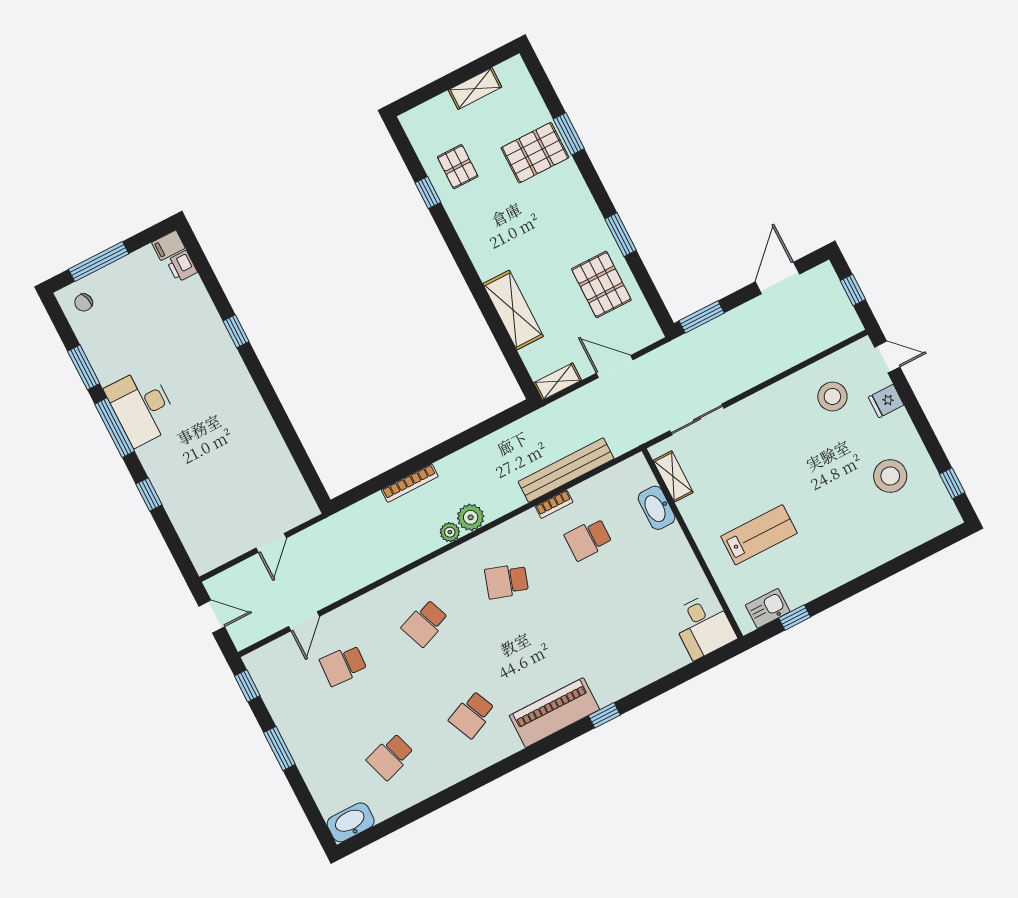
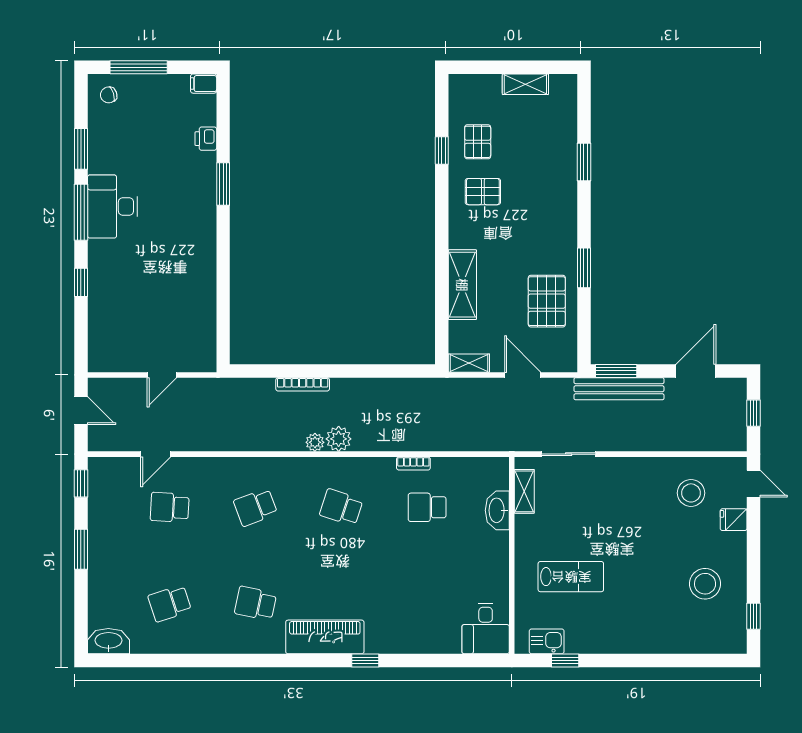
pallet: (535, 153) -> (483, 192), moved, width x0.67, depth x0.71
printer: (182, 266) -> (206, 139), moved
window: (236, 331) -> (223, 184), width x1.50
bench: (566, 470) -> (619, 389), moved
school desk: (472, 715) -> (255, 603), turned 36

